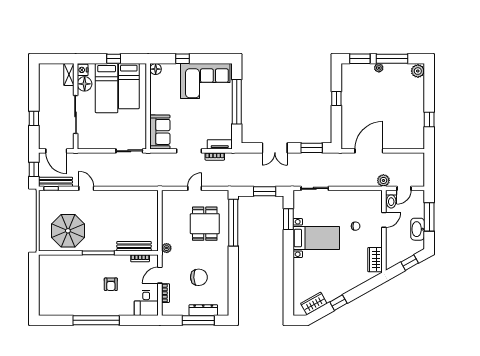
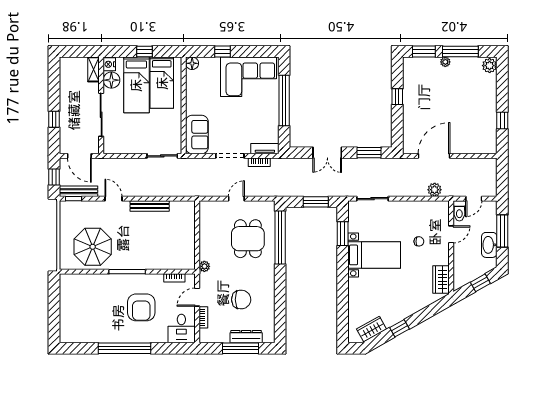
plant: (383, 180) -> (435, 190), moved
bench: (134, 246) -> (150, 206), moved
armchair: (111, 284) -> (141, 307), width x1.88, depth x1.88

